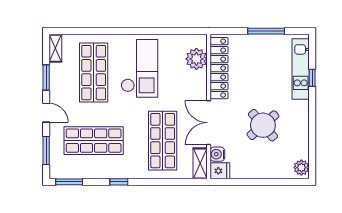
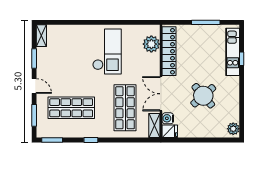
shop shelf: (94, 73) -> (71, 55), removed

